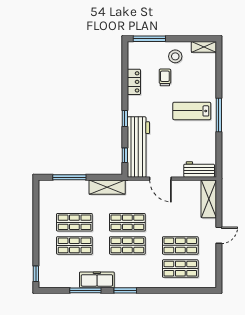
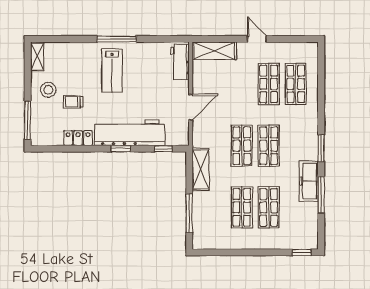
workbench: (138, 147) -> (129, 133), moved

